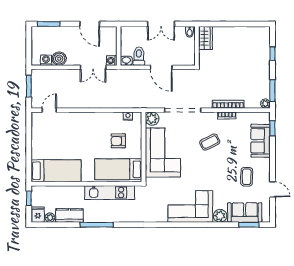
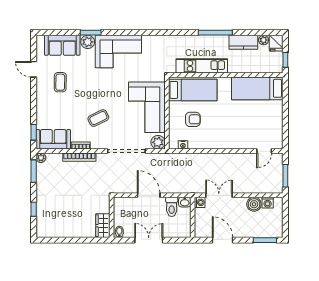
sofa: (260, 141) -> (53, 139), moved, turned -90
window: (249, 225) -> (91, 33), moved

